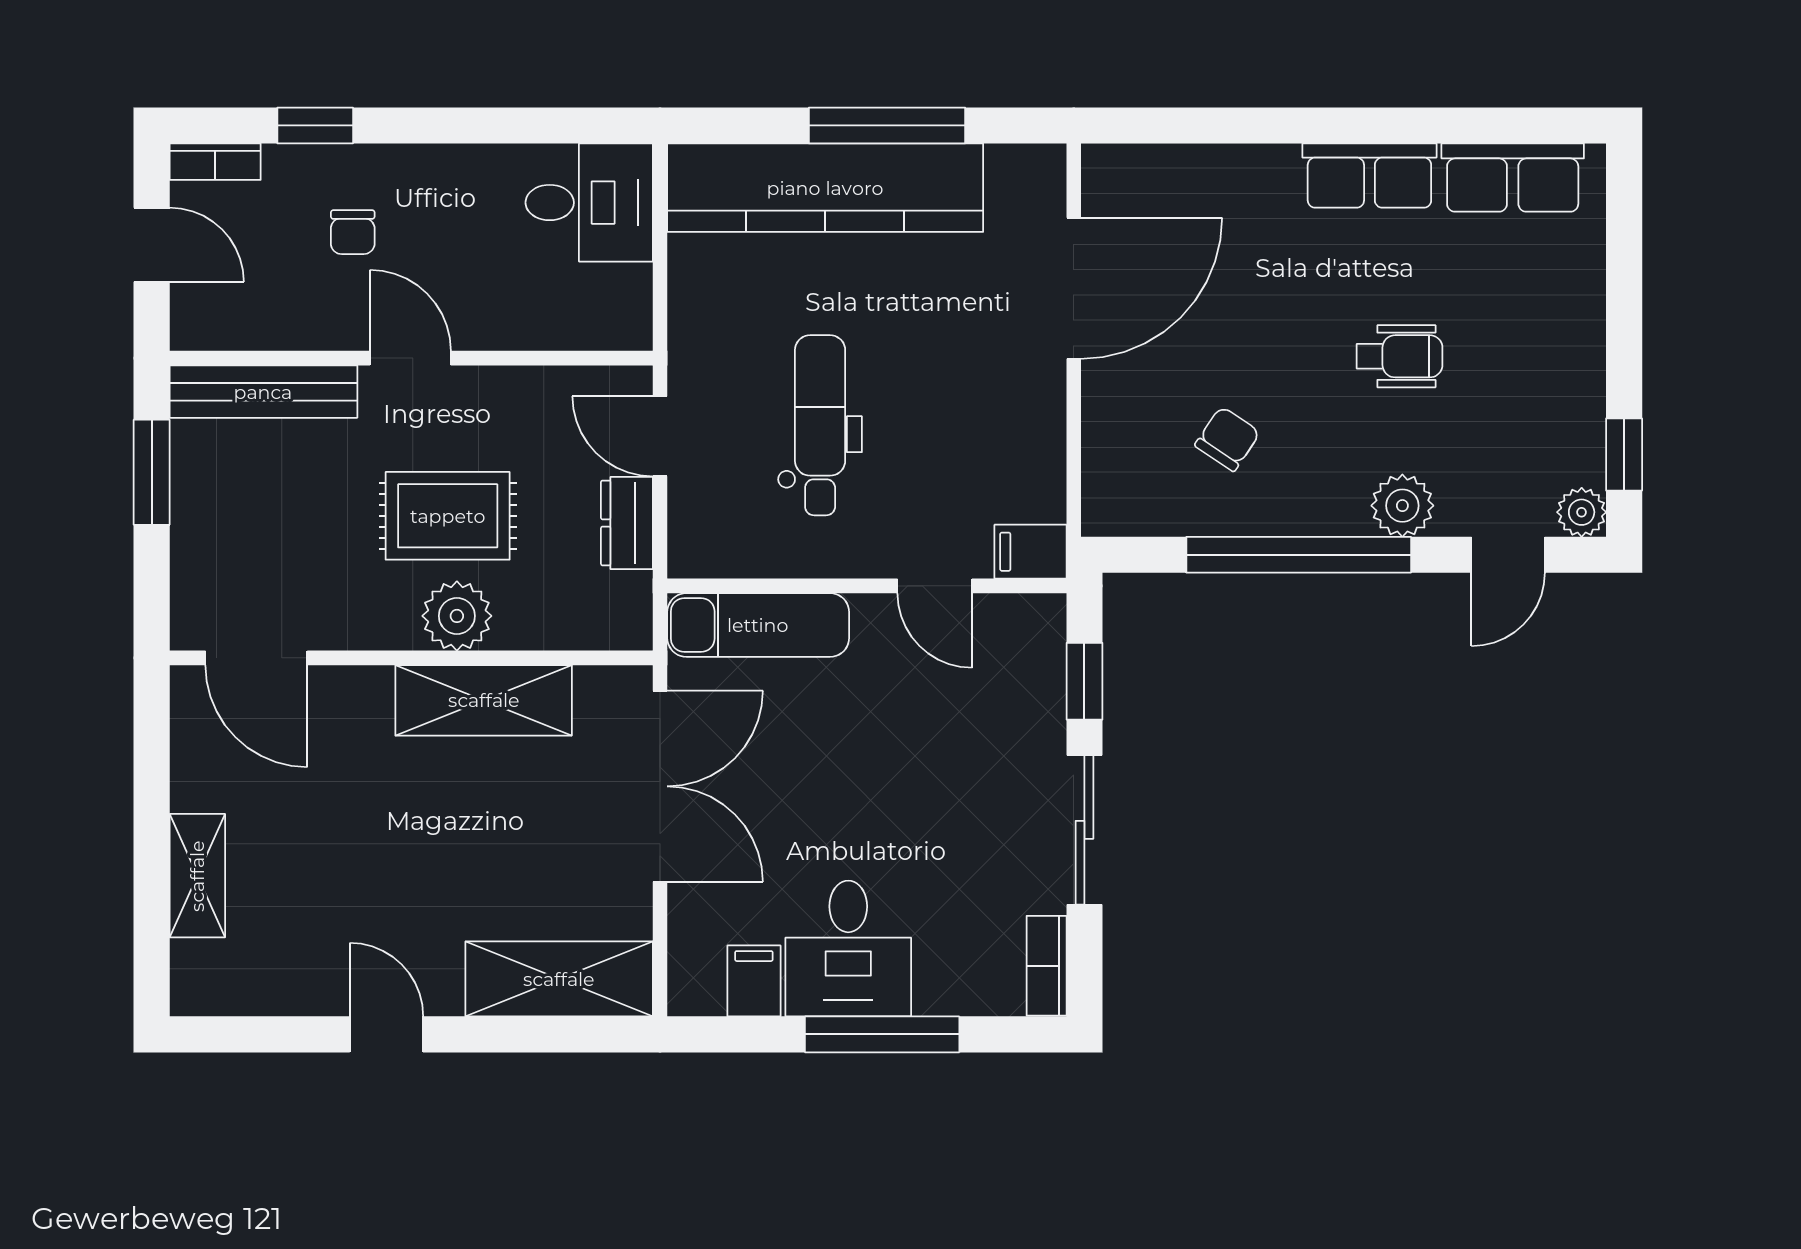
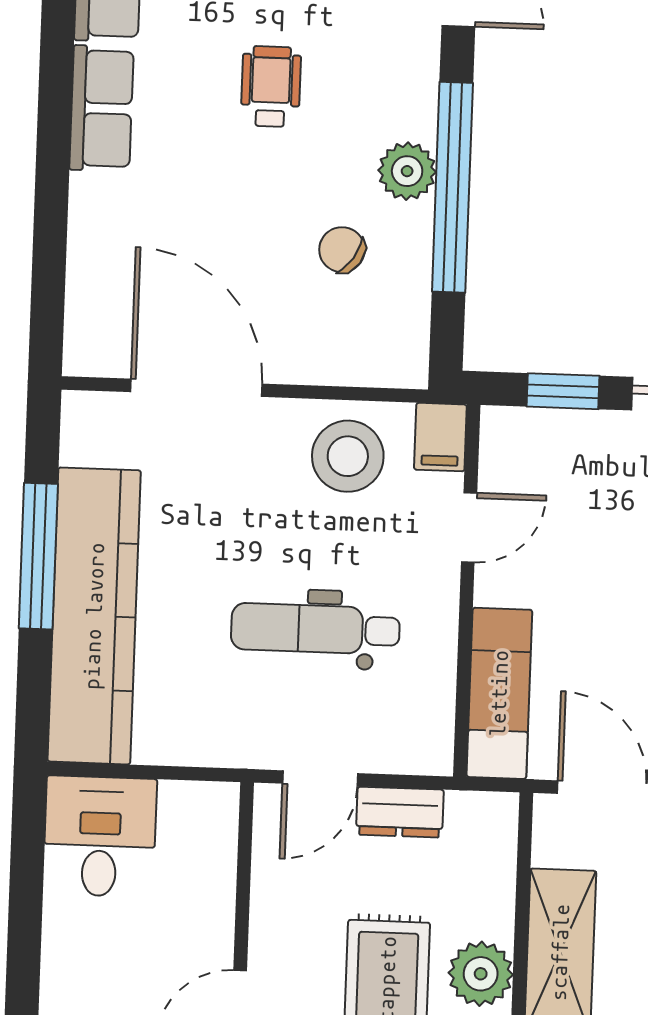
stool: (1006, 453) -> (348, 456), added
plant: (1402, 506) -> (407, 171), moved

